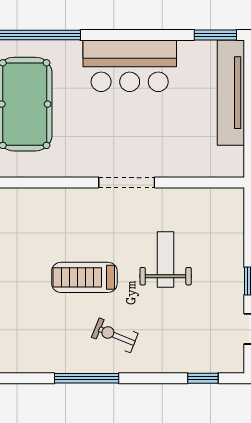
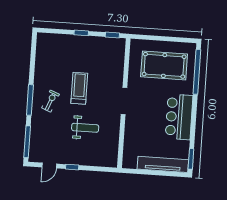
doorway: (127, 182) -> (124, 101), moved
window: (87, 378) -> (30, 100), moved
window: (203, 378) -> (27, 142), width x2.17

